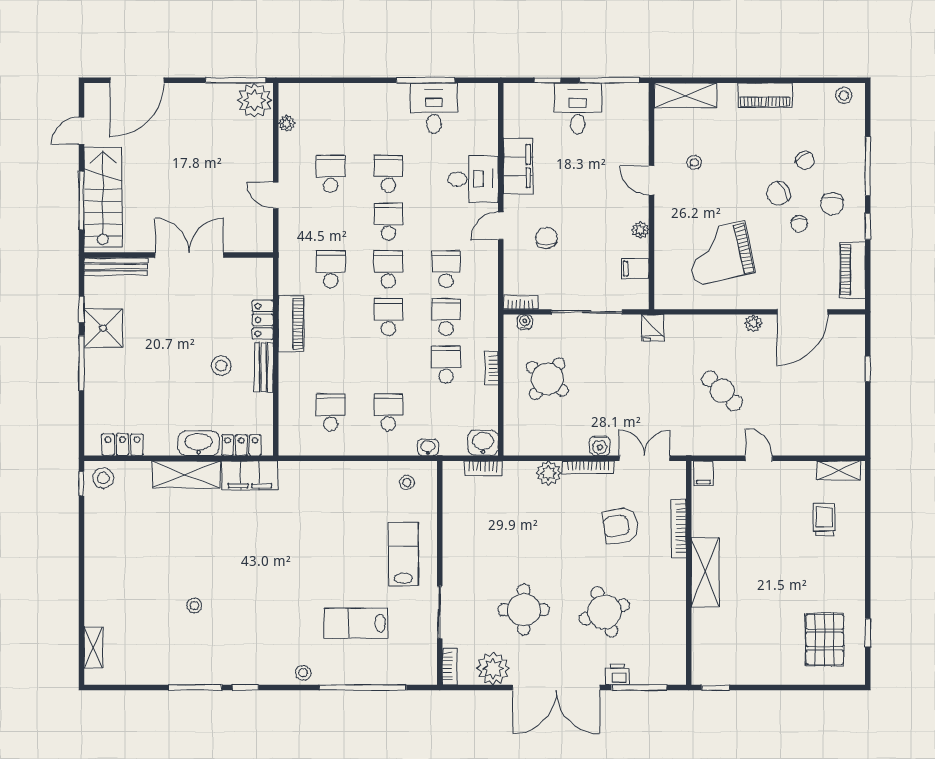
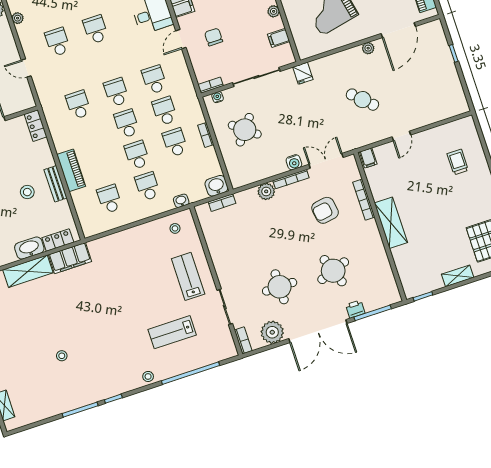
school desk: (388, 222) -> (137, 155), moved
locker: (263, 320) -> (36, 126), moved
piano: (291, 324) -> (71, 170), moved
door: (759, 458) -> (401, 136), swing flipped
shelving: (839, 471) -> (458, 276), moved

